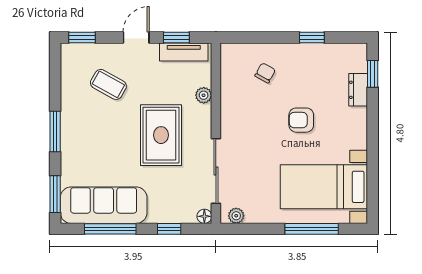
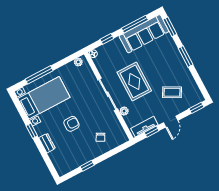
window: (373, 74) -> (32, 131), moved
dresser: (358, 90) -> (47, 143), moved
sliding door: (216, 171) -> (108, 94), moved

